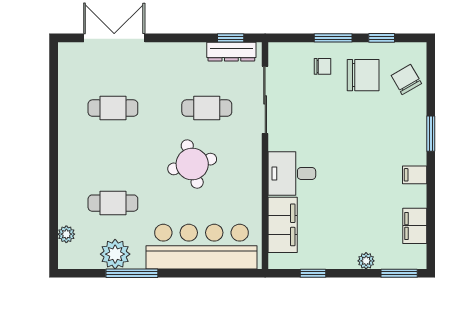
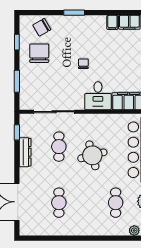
window: (333, 38) -> (17, 81), moved
dresser: (231, 52) -> (25, 152), moved
chair: (322, 66) -> (83, 64), moved
filing cabinet: (415, 175) -> (112, 22), moved

